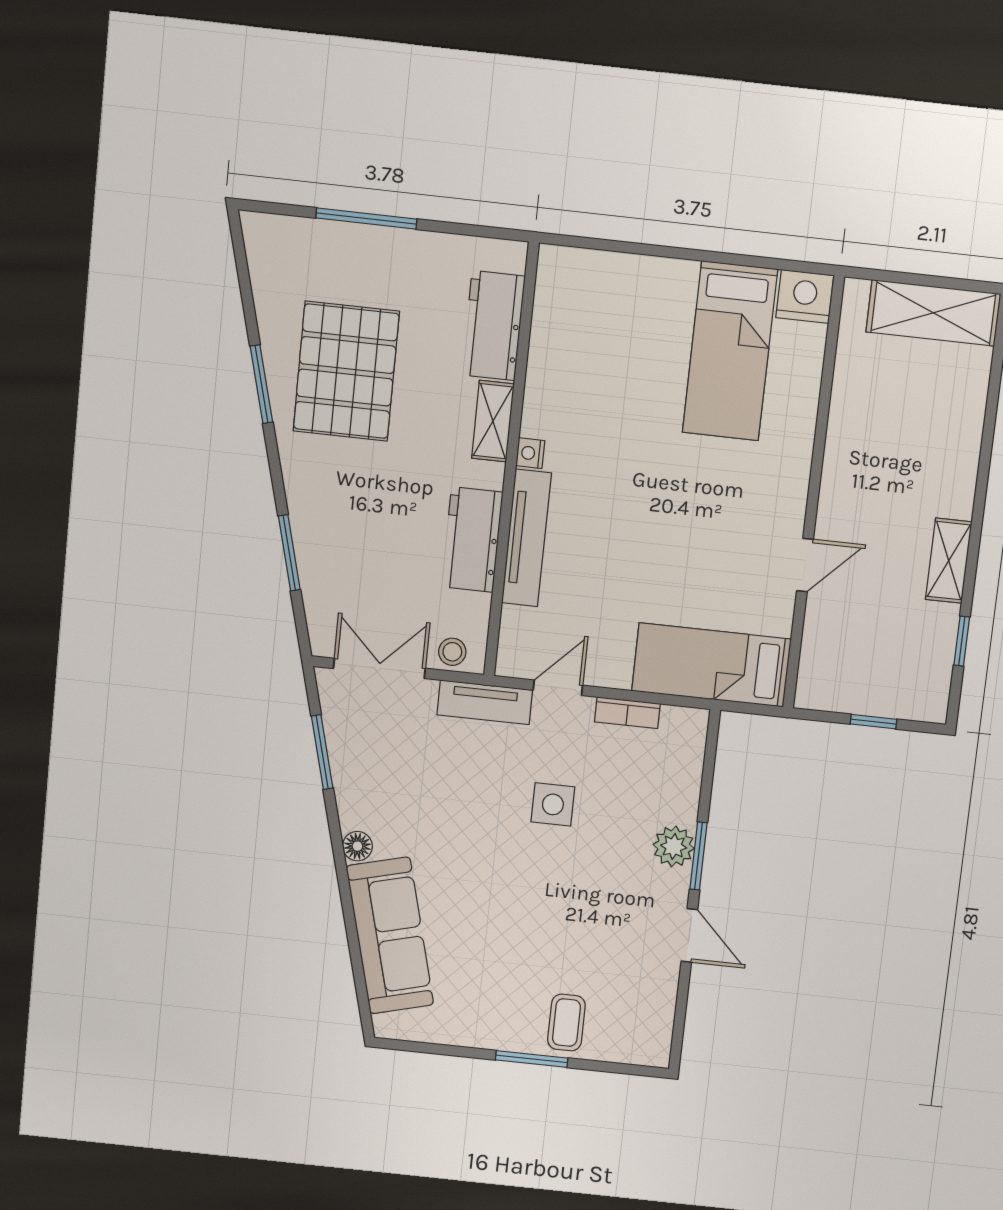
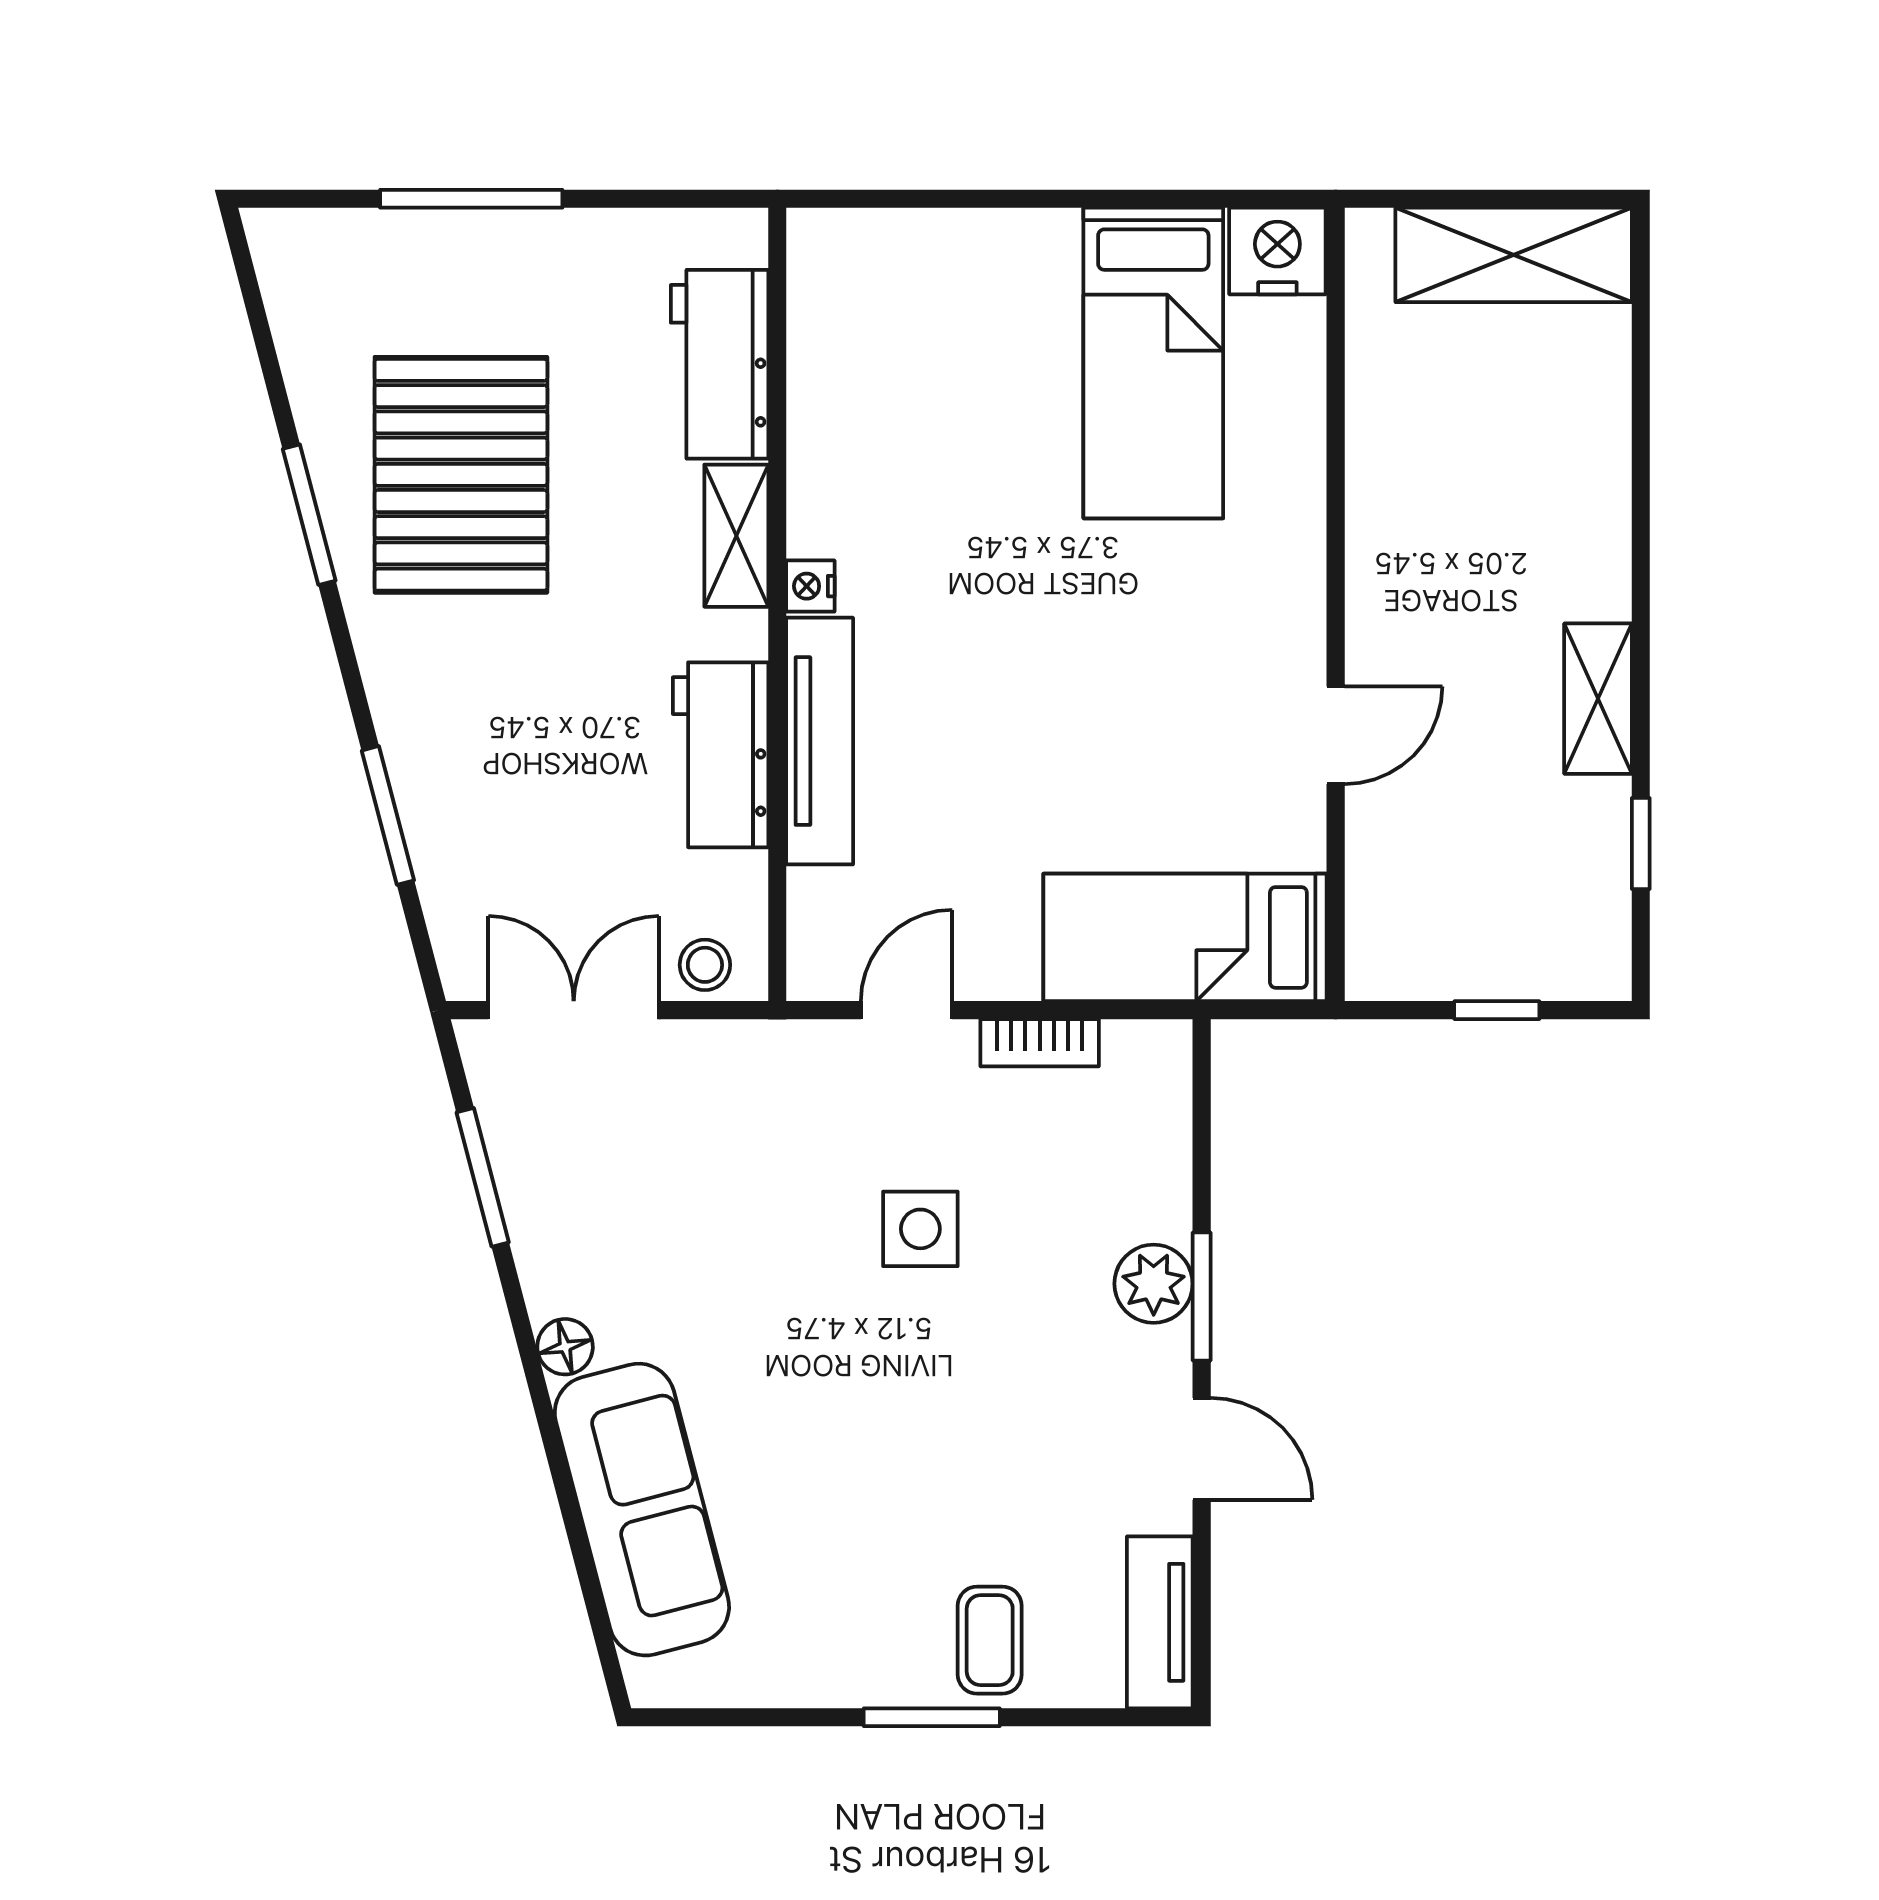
tv unit: (485, 702) -> (1160, 1622), moved, turned 90

